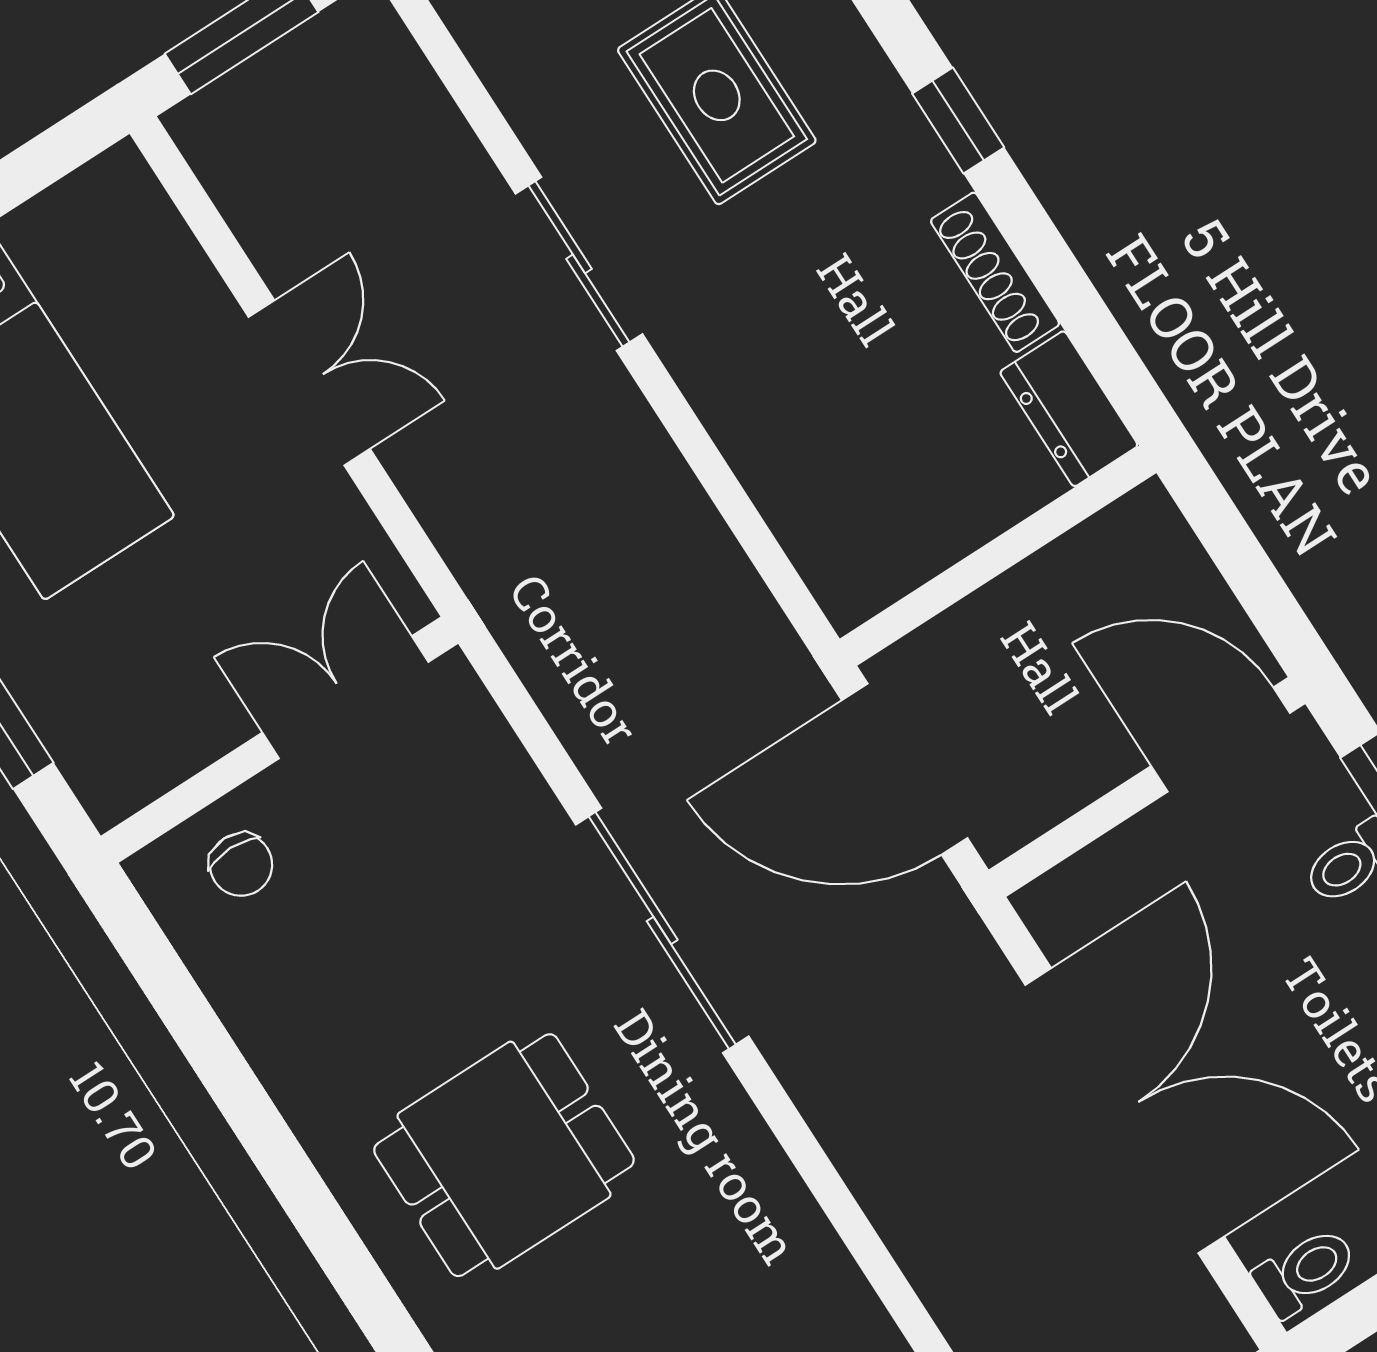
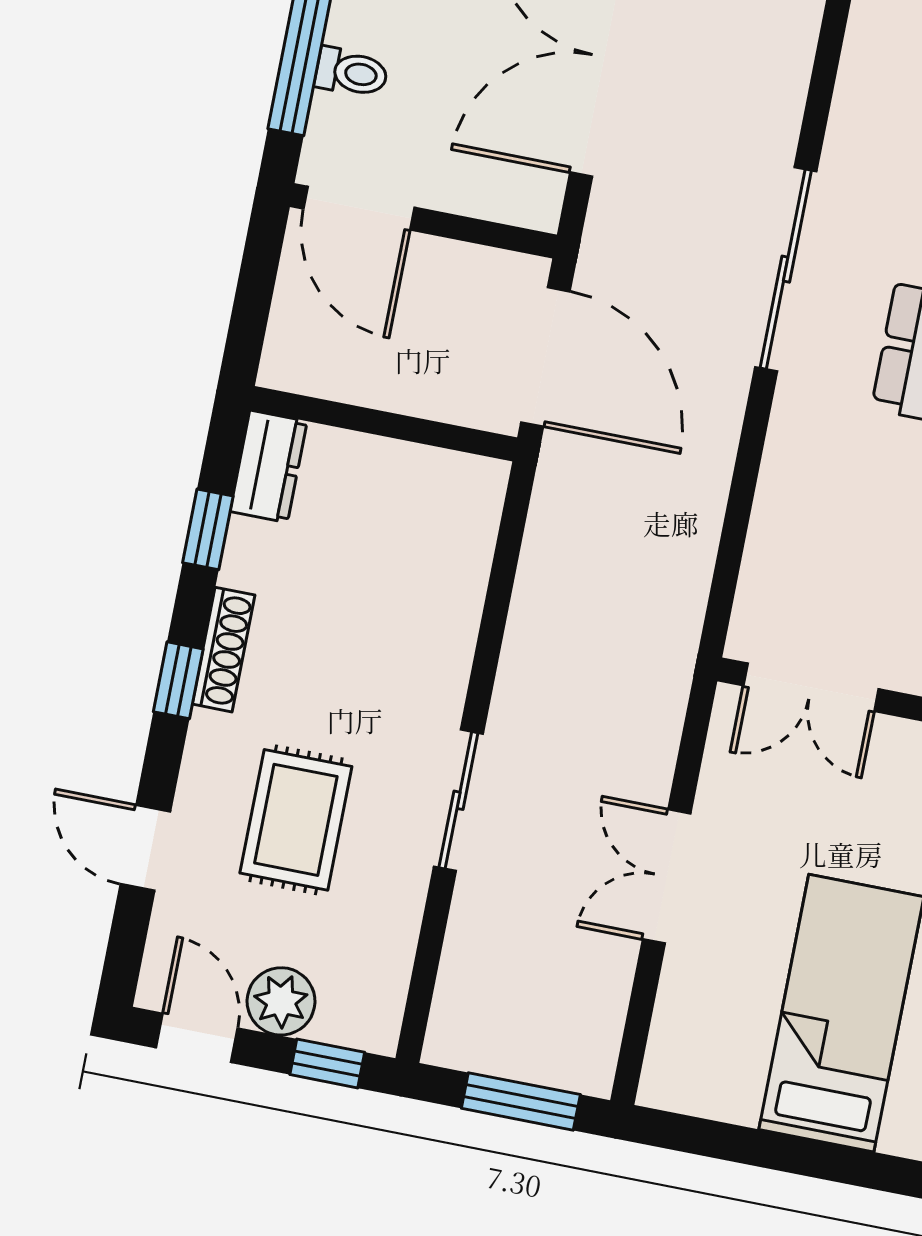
shoe rack: (995, 272) -> (224, 650), moved
window: (1069, 293) -> (208, 529), added
sliding door: (662, 931) -> (786, 269), moved

